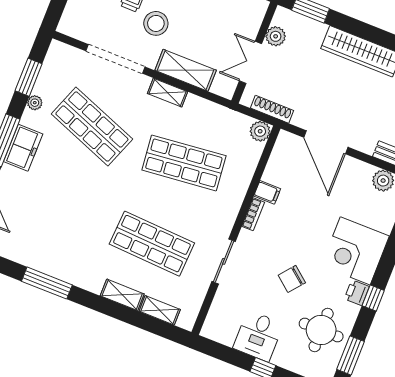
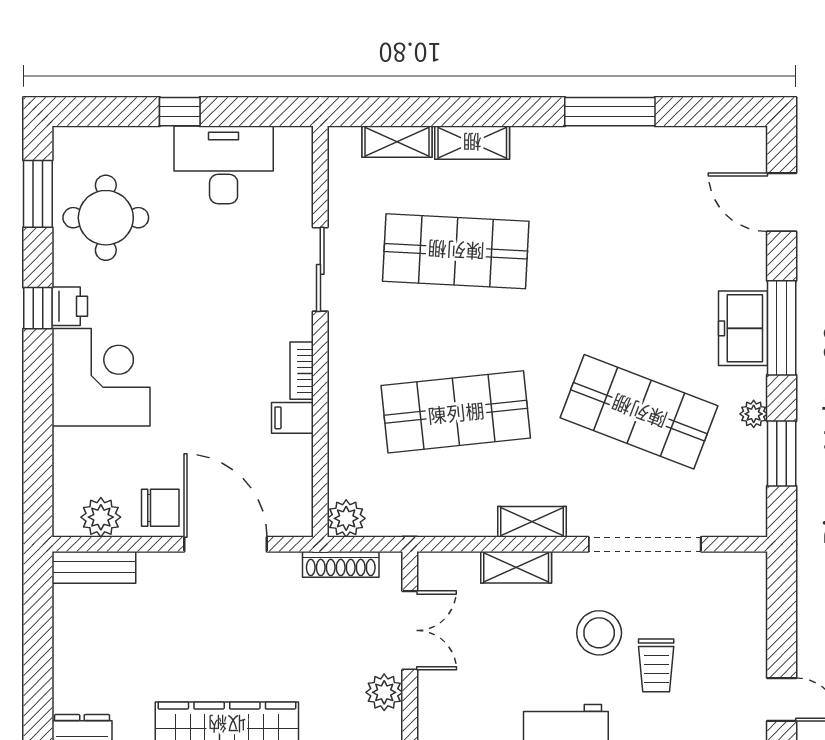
shelving: (186, 70) -> (516, 567), width x0.67, depth x0.75
chair: (292, 279) -> (160, 508), moved, turned 51
desk: (258, 336) -> (224, 165), width x1.37

